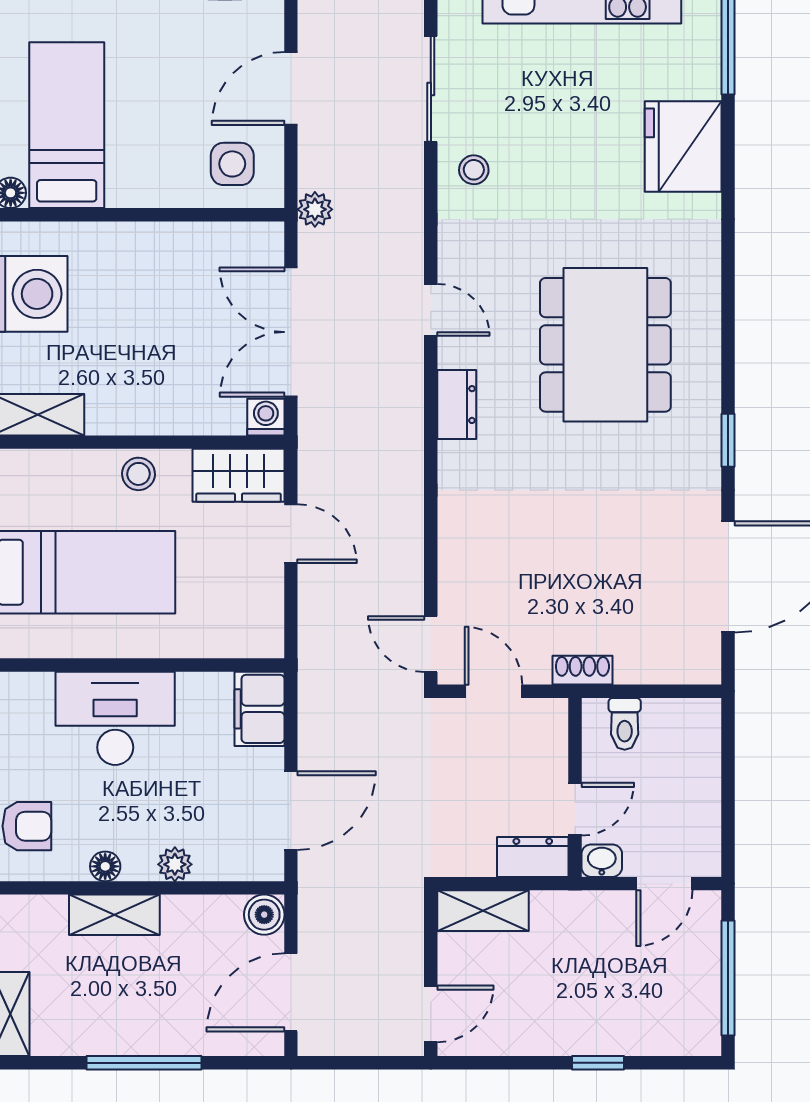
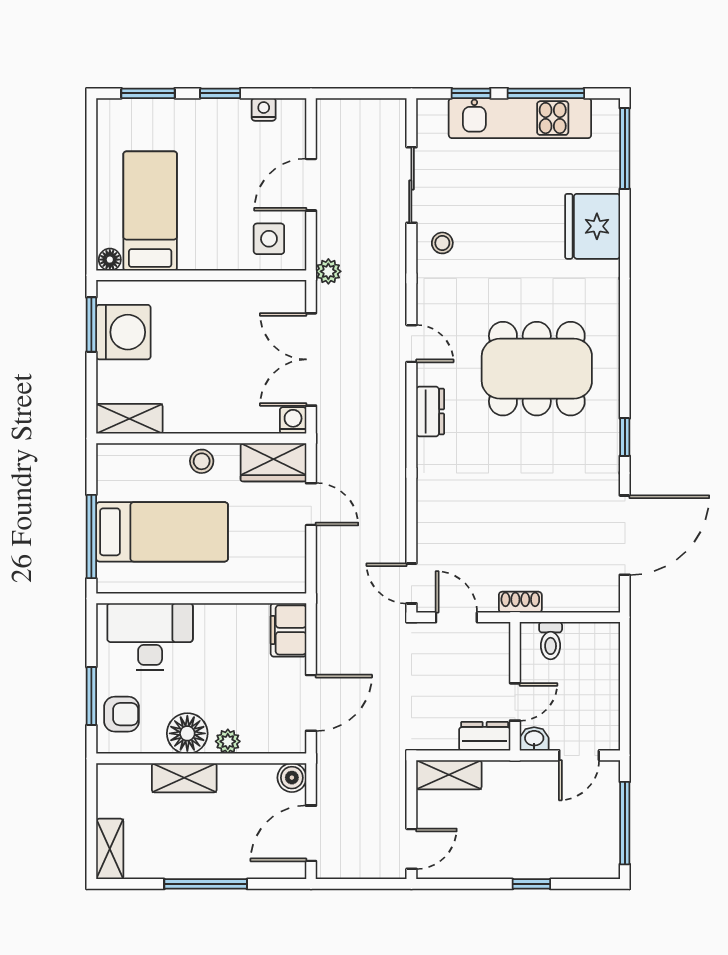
dining table: (605, 345) -> (537, 369), turned 90
desk: (115, 718) -> (150, 637), moved
floor lamp: (105, 866) -> (187, 733), width x1.89, depth x1.89

